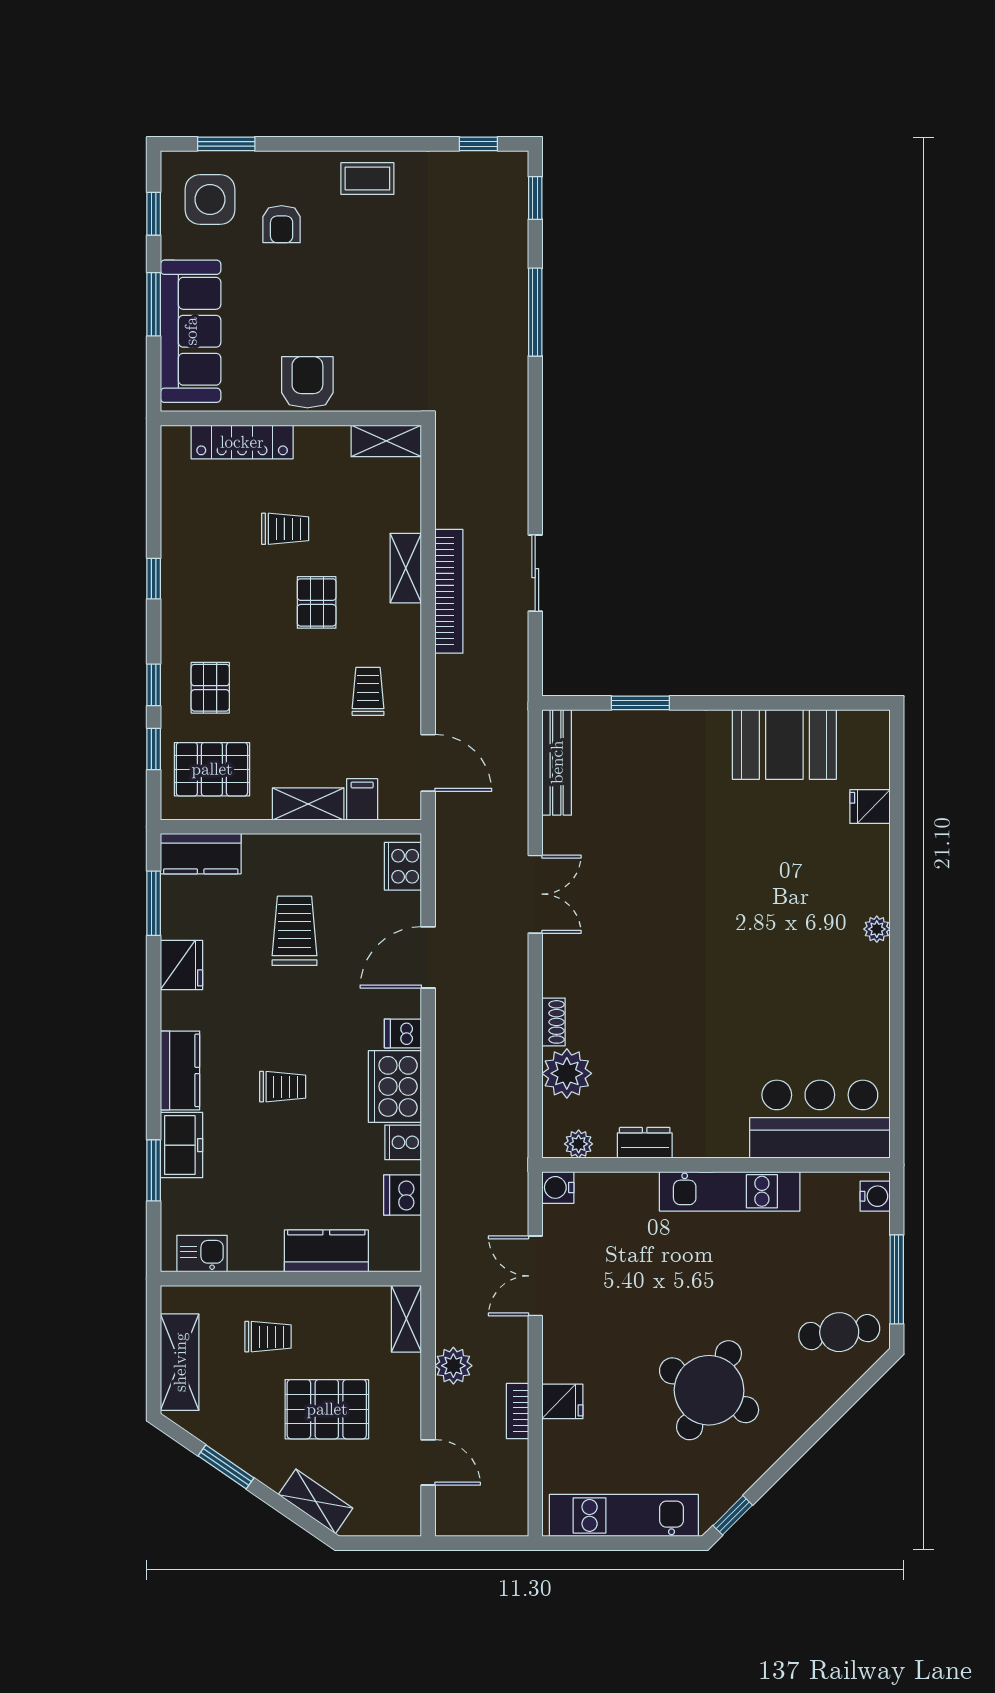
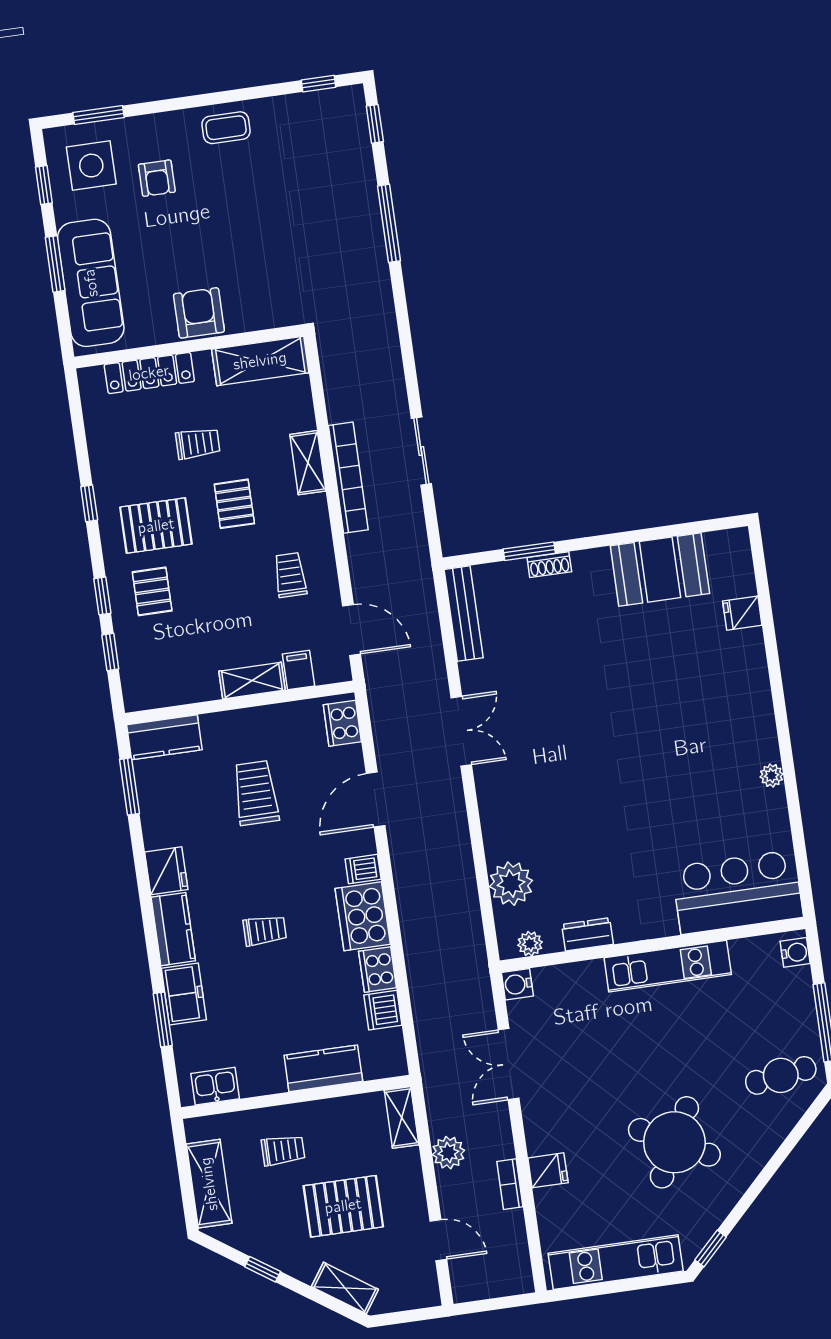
shelving: (386, 441) -> (260, 361), width x1.50, depth x1.33
pallet: (212, 769) -> (156, 526), moved
plant: (877, 929) -> (772, 775), moved
fridge: (182, 965) -> (166, 871), moved
shoe rack: (554, 1022) -> (549, 565), moved, turned 90
cooker: (403, 1142) -> (378, 970), width x1.36
window: (226, 1467) -> (263, 1269), width x0.67

